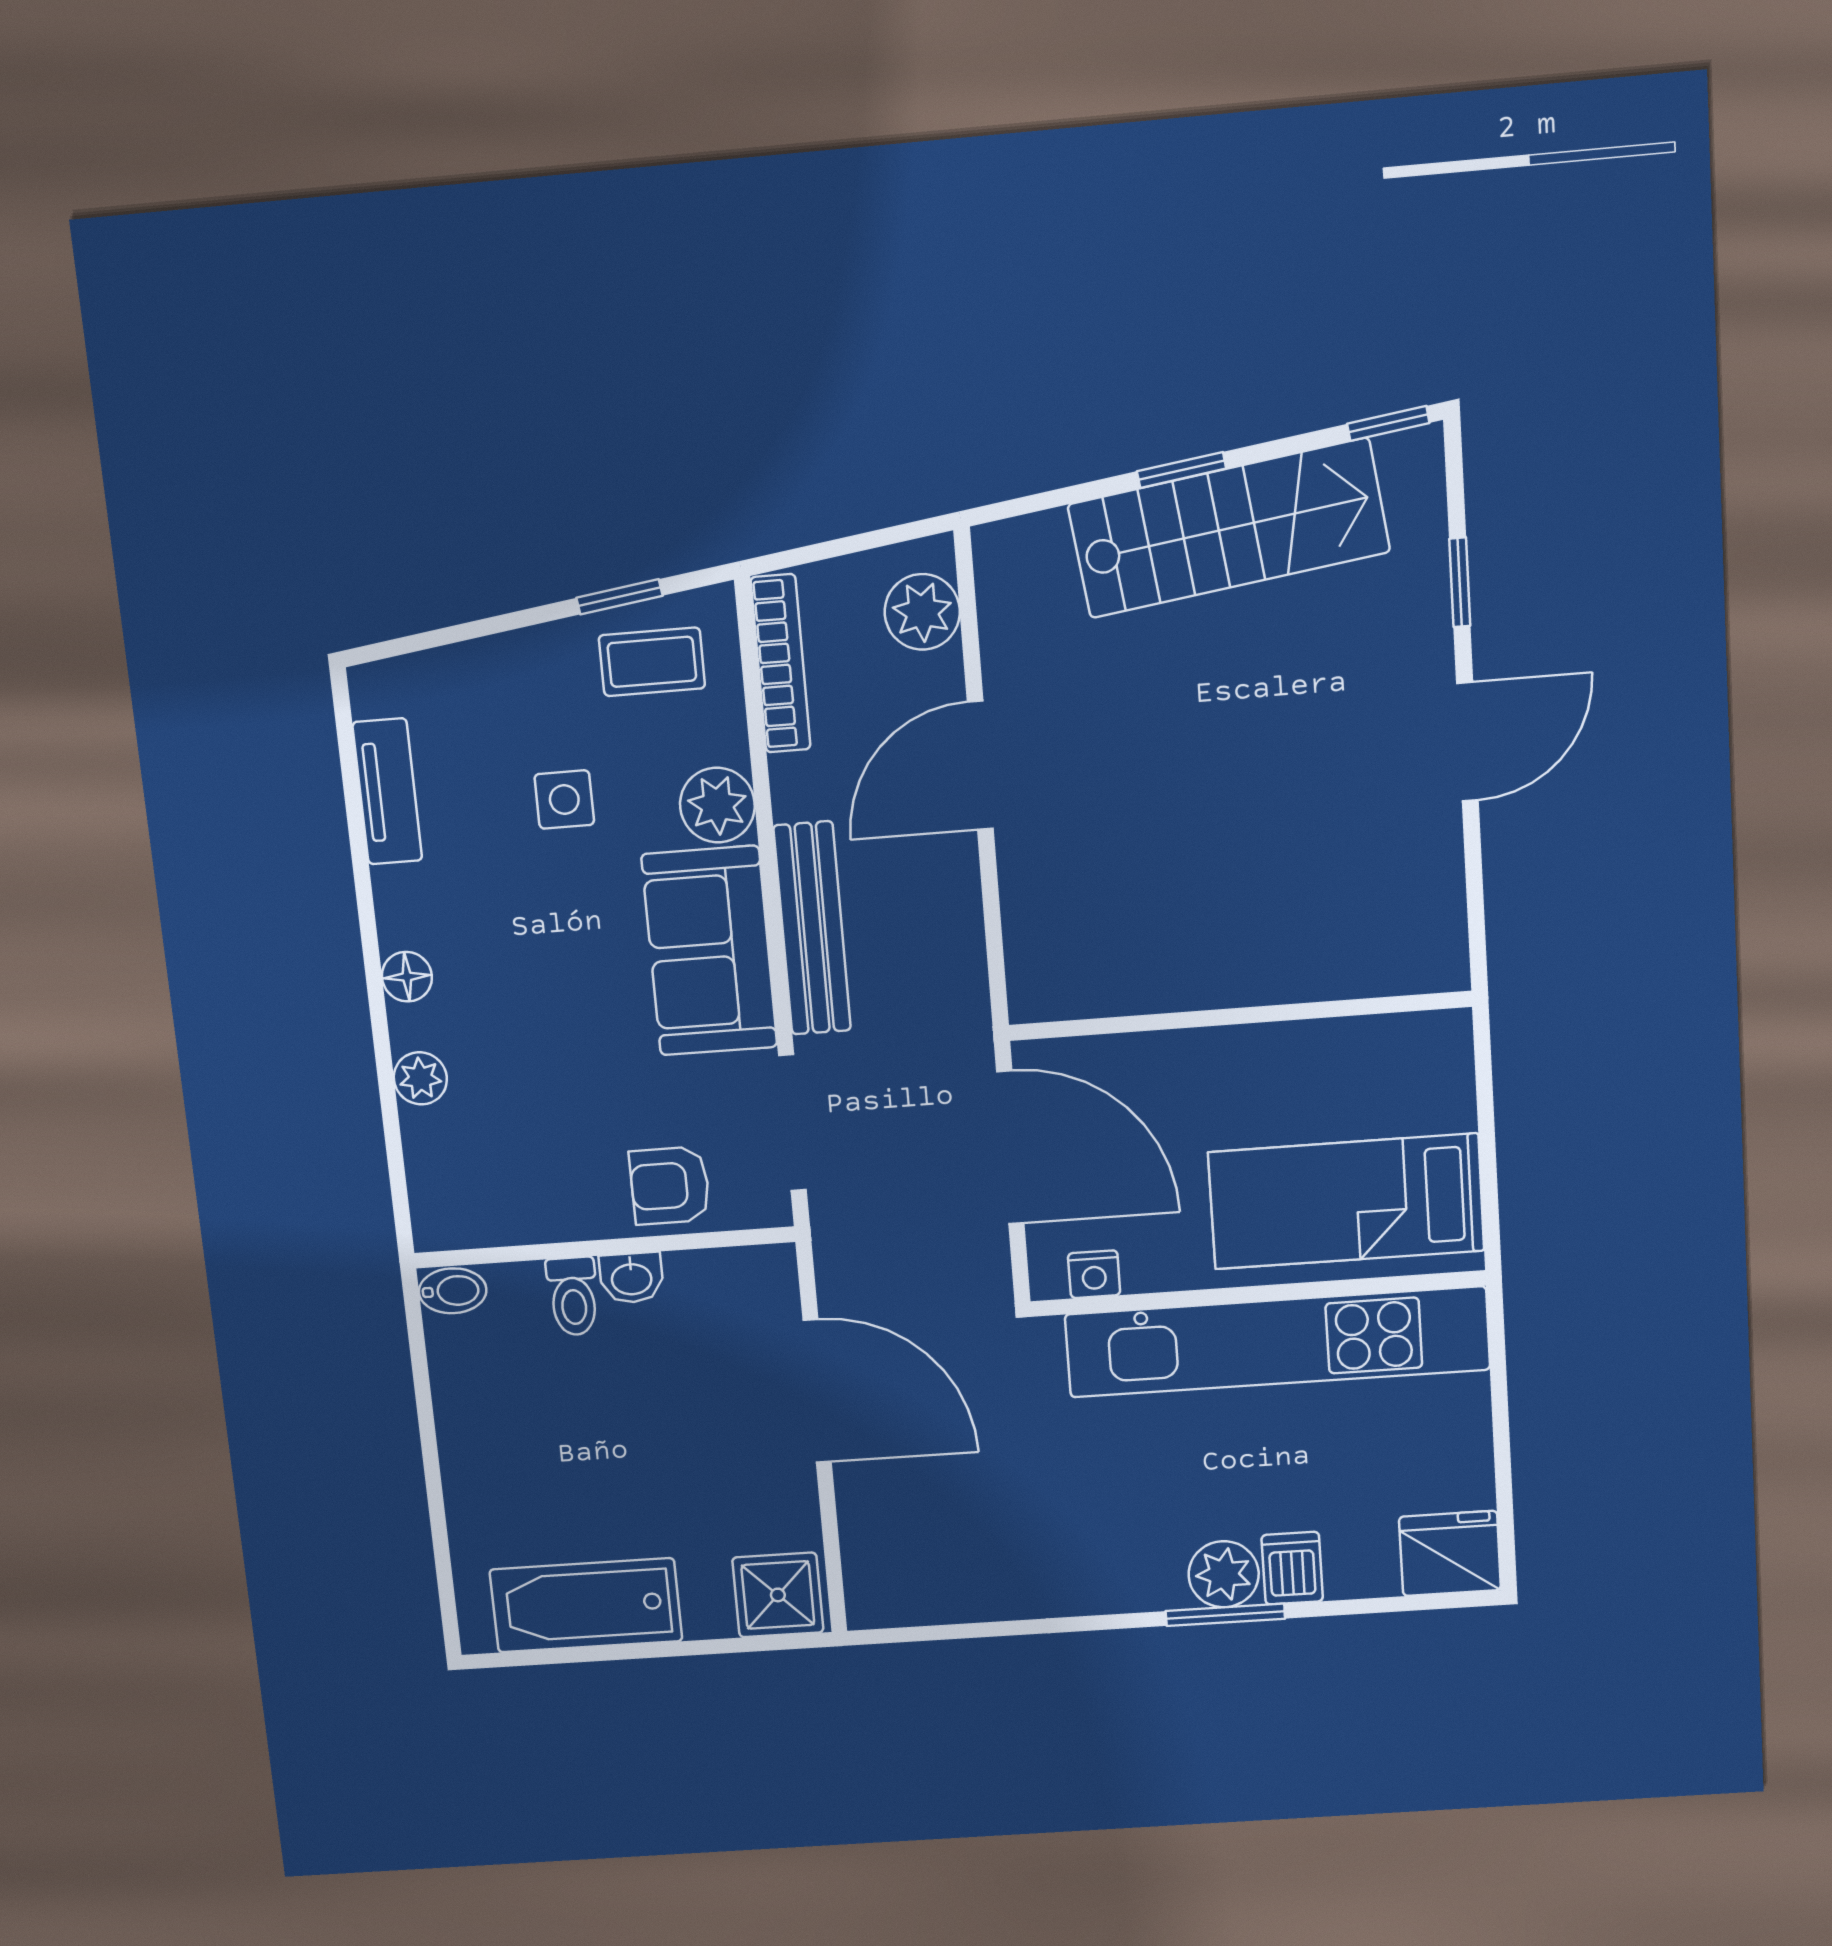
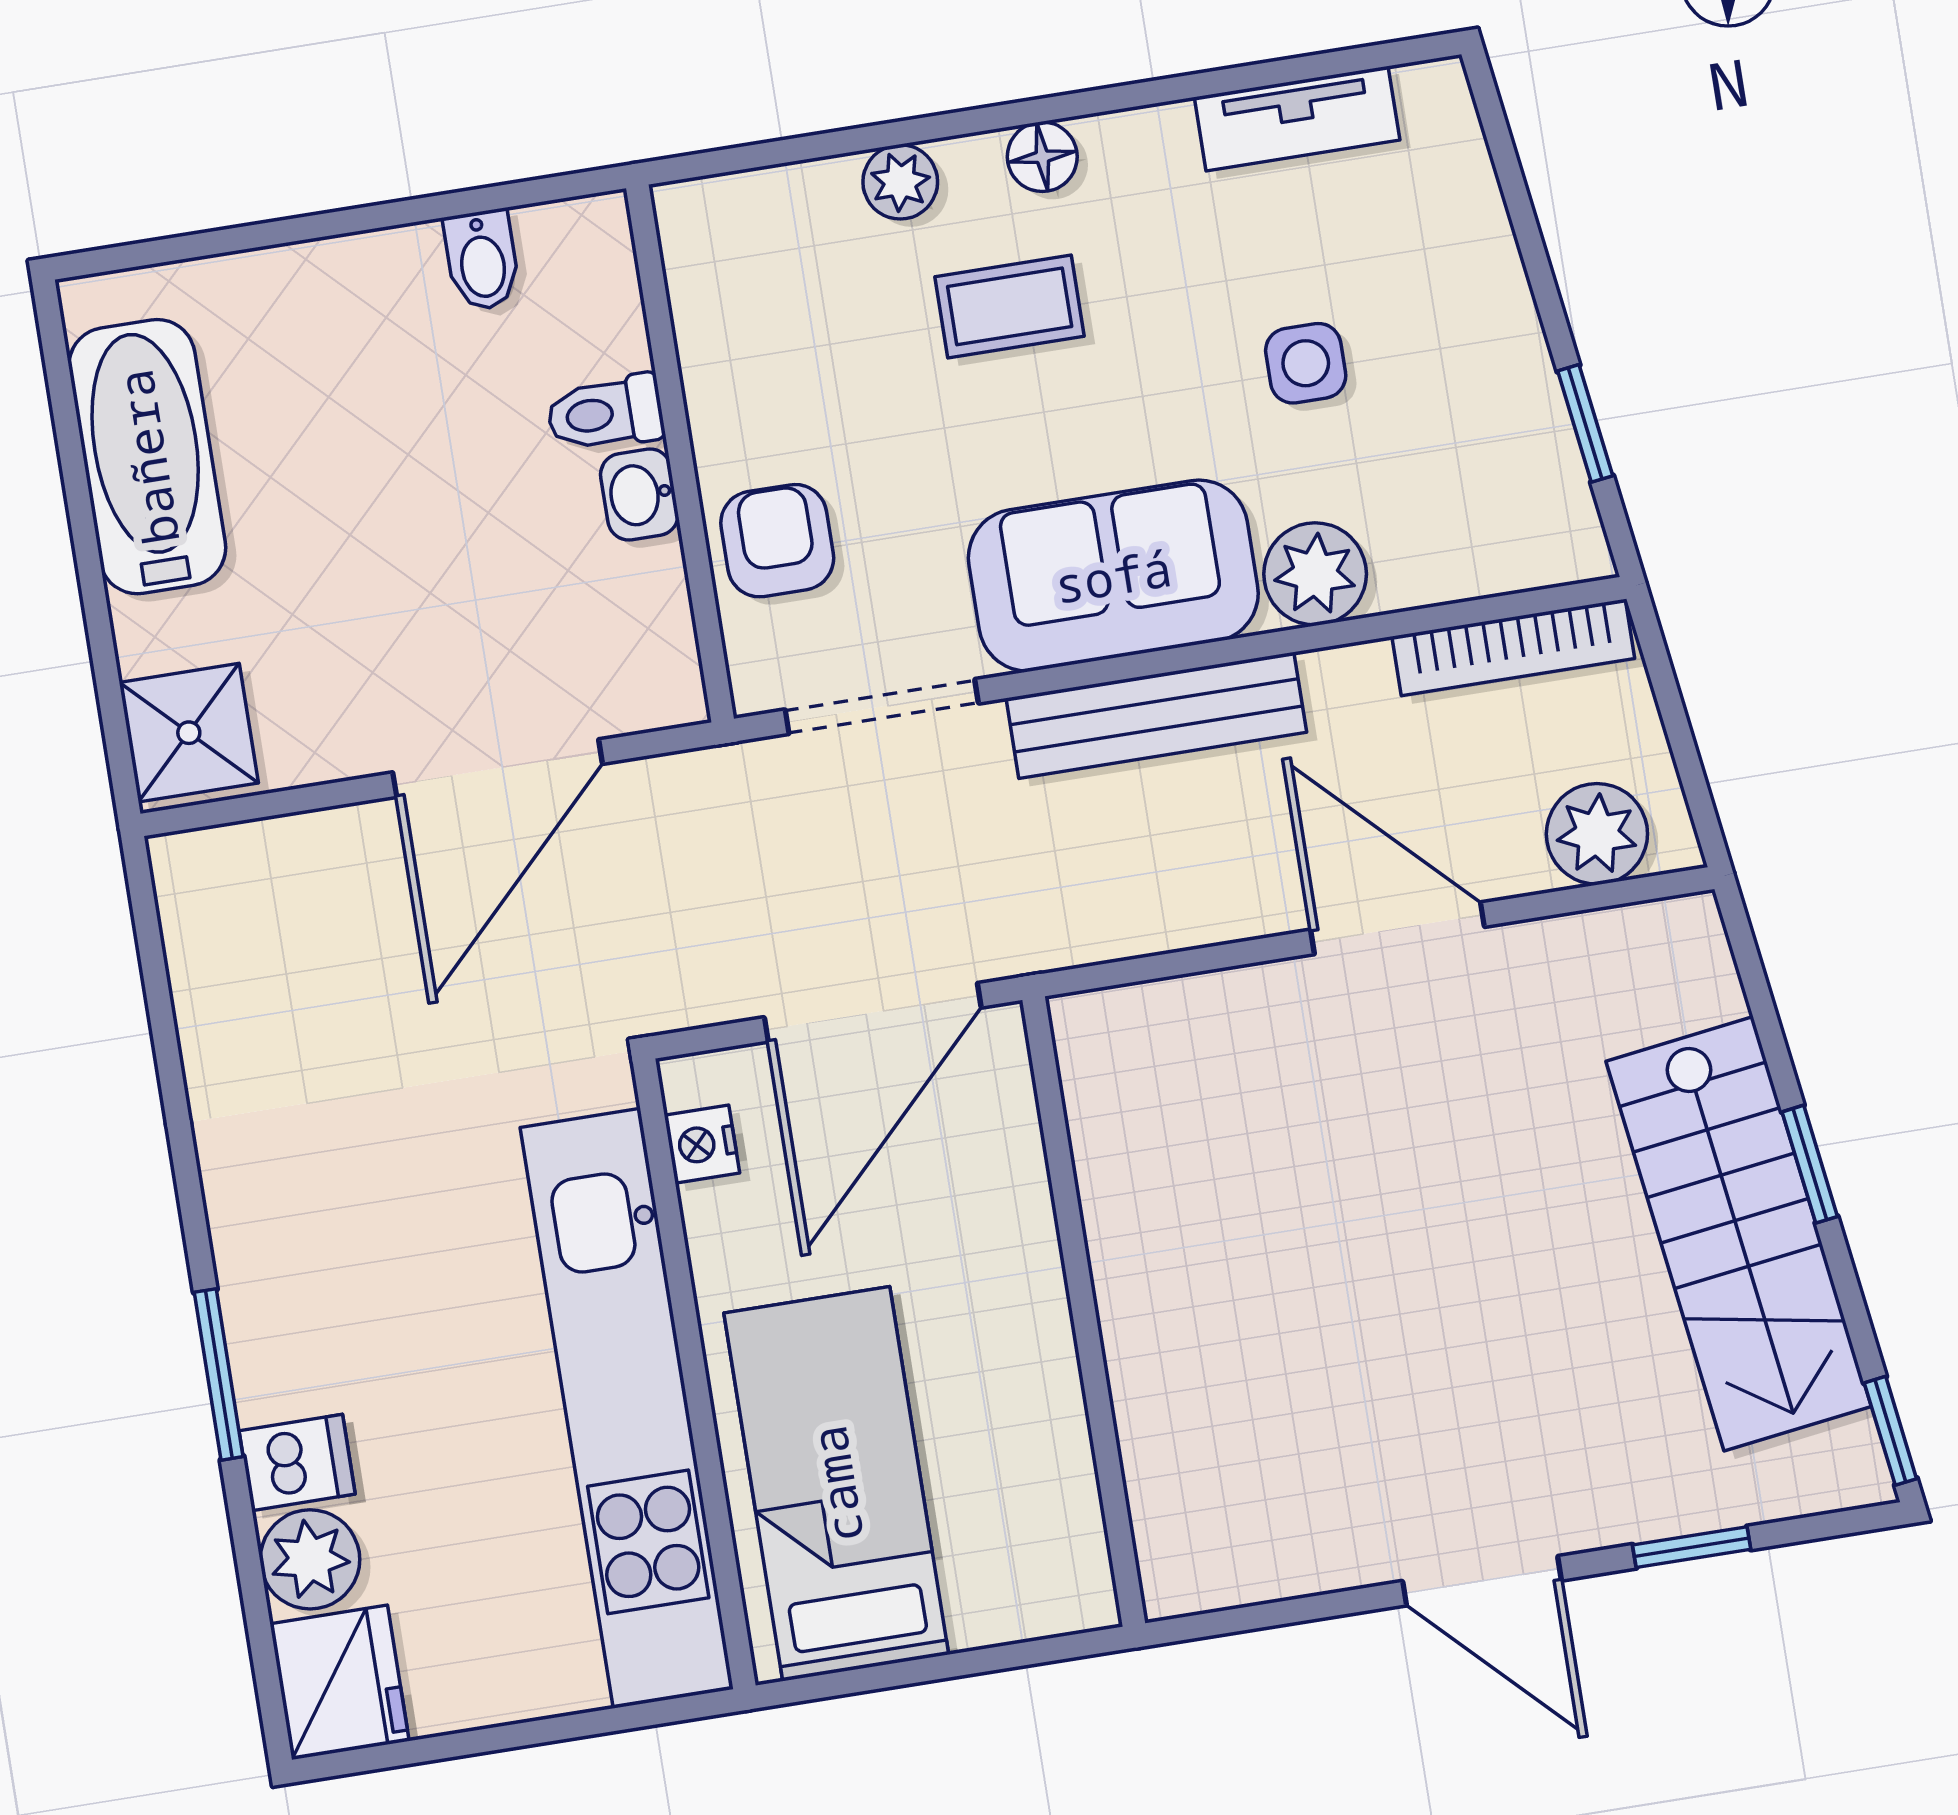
coffee table: (652, 662) -> (1010, 306), moved, turned 90
bidet: (453, 1291) -> (482, 260), moved
plant: (1224, 1574) -> (310, 1559), moved

